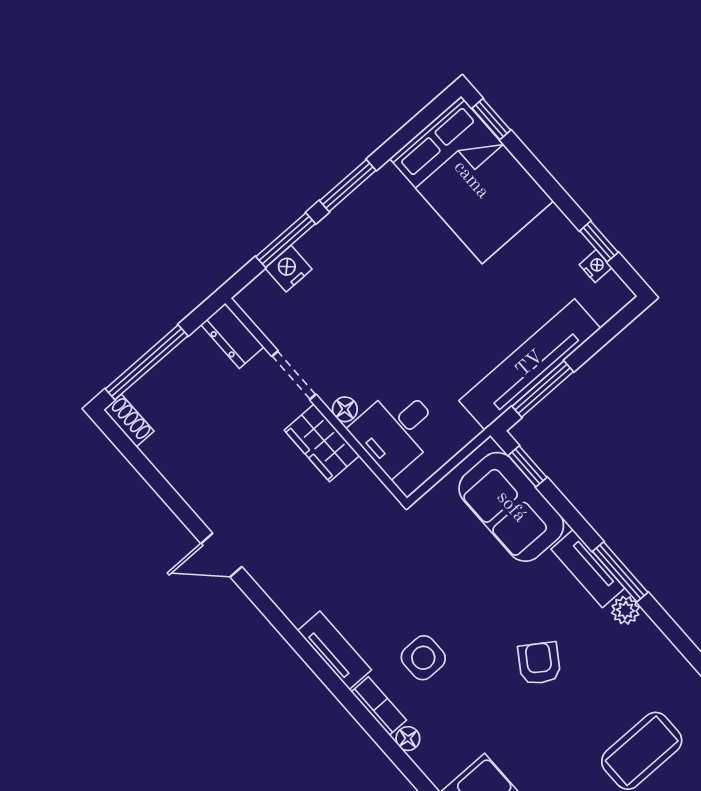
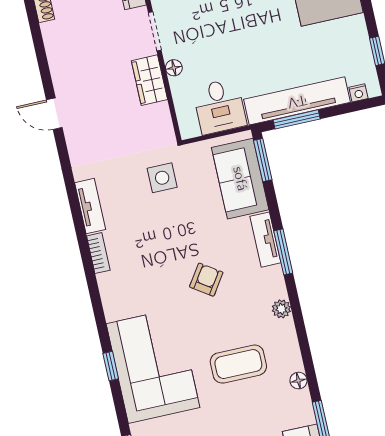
nightstand: (596, 266) -> (358, 93), moved, turned 90
desk: (396, 430) -> (220, 106), moved, turned -90
window: (528, 466) -> (263, 160), width x1.50
plant: (625, 610) -> (281, 309), moved
side table: (423, 658) -> (162, 178), moved
floor lamp: (408, 739) -> (105, 282), removed

